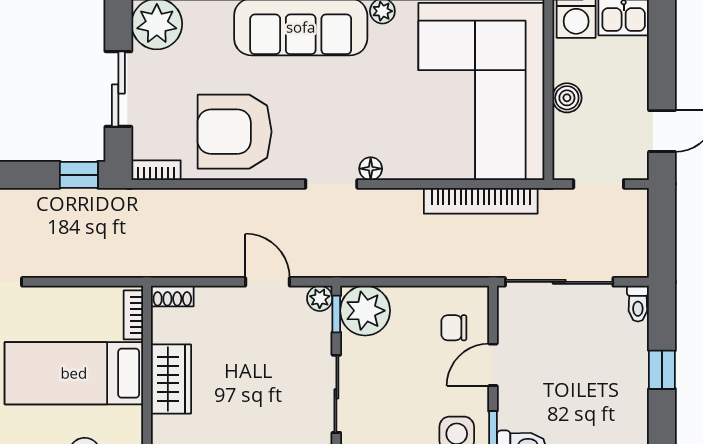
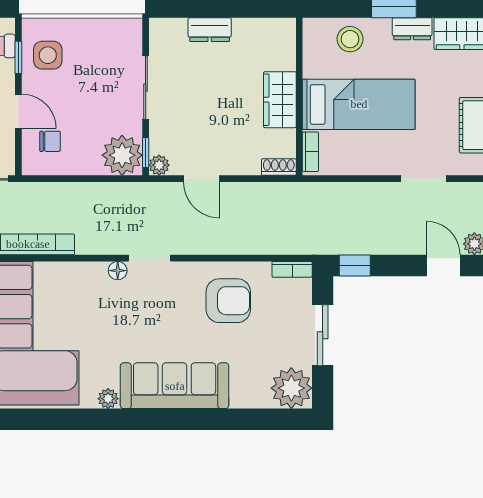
armchair: (235, 132) -> (228, 301), width x0.73, depth x0.73
door: (493, 365) -> (18, 111), hinge flipped

